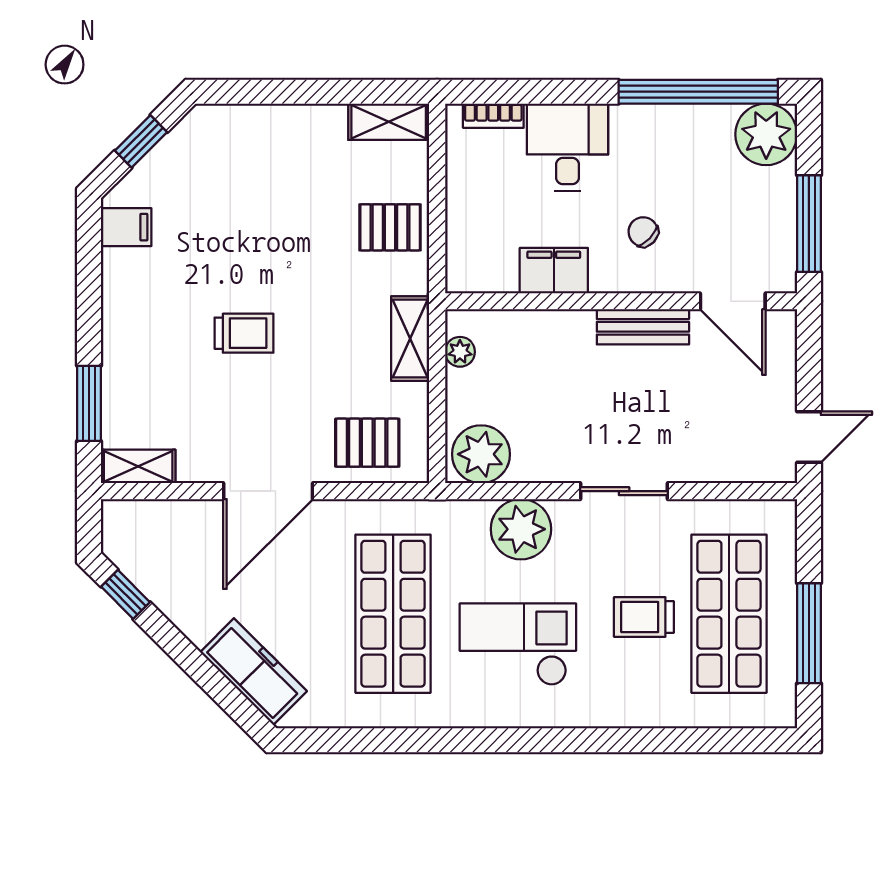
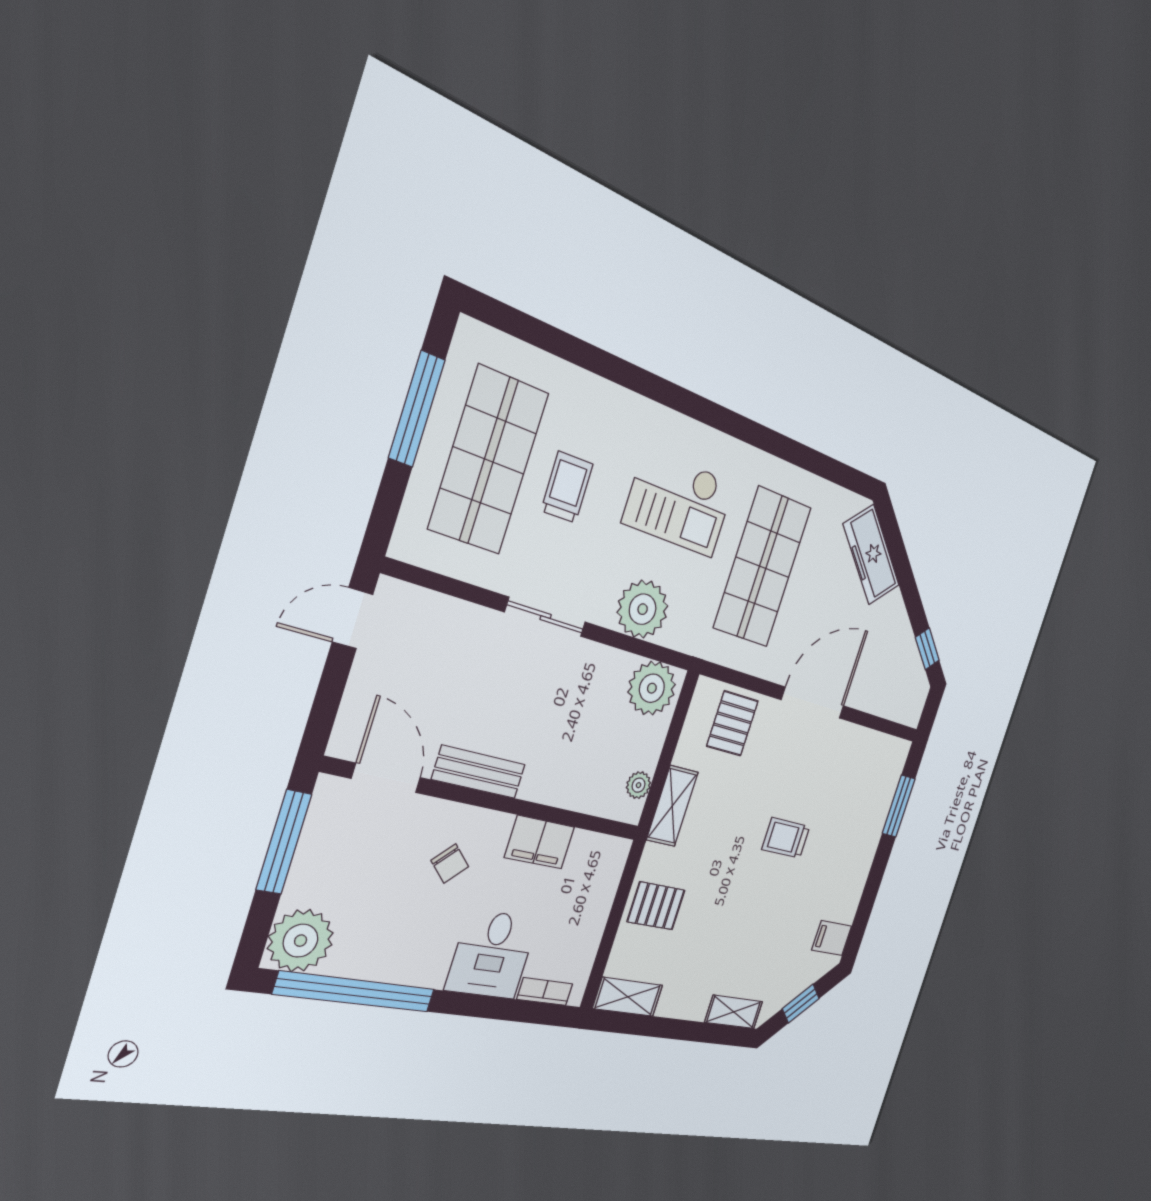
pallet: (367, 443) -> (732, 723), turned 90
shelving: (138, 466) -> (734, 1012), moved
trolley: (644, 617) -> (567, 487), turned -91

